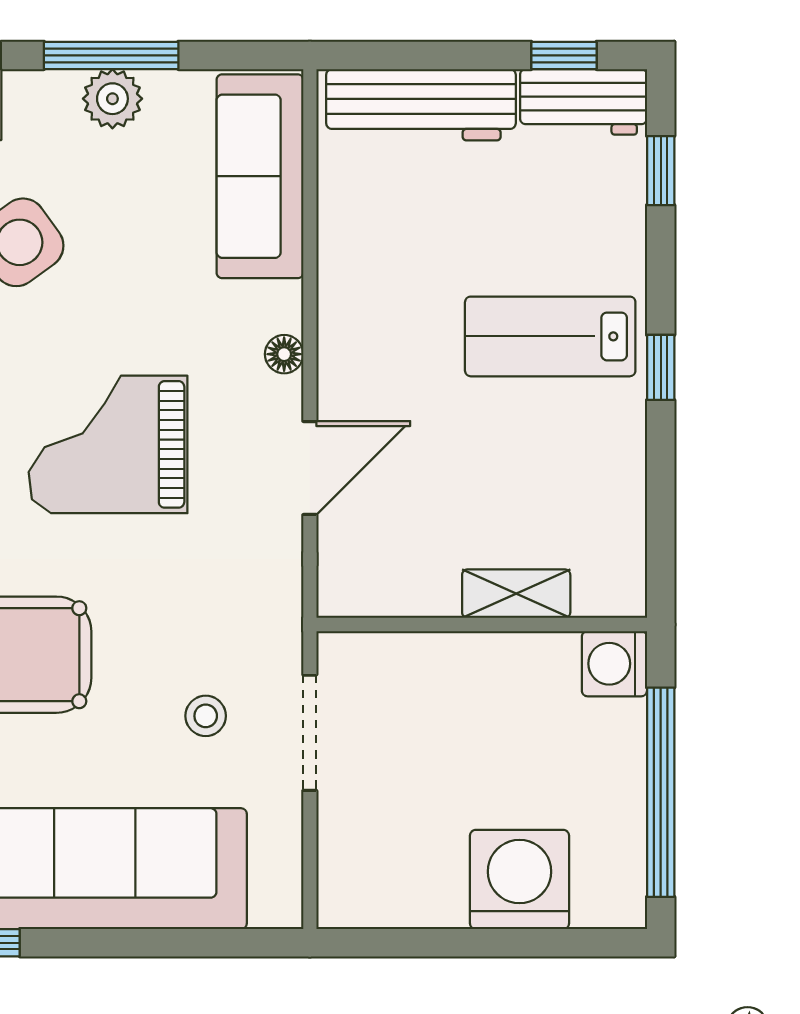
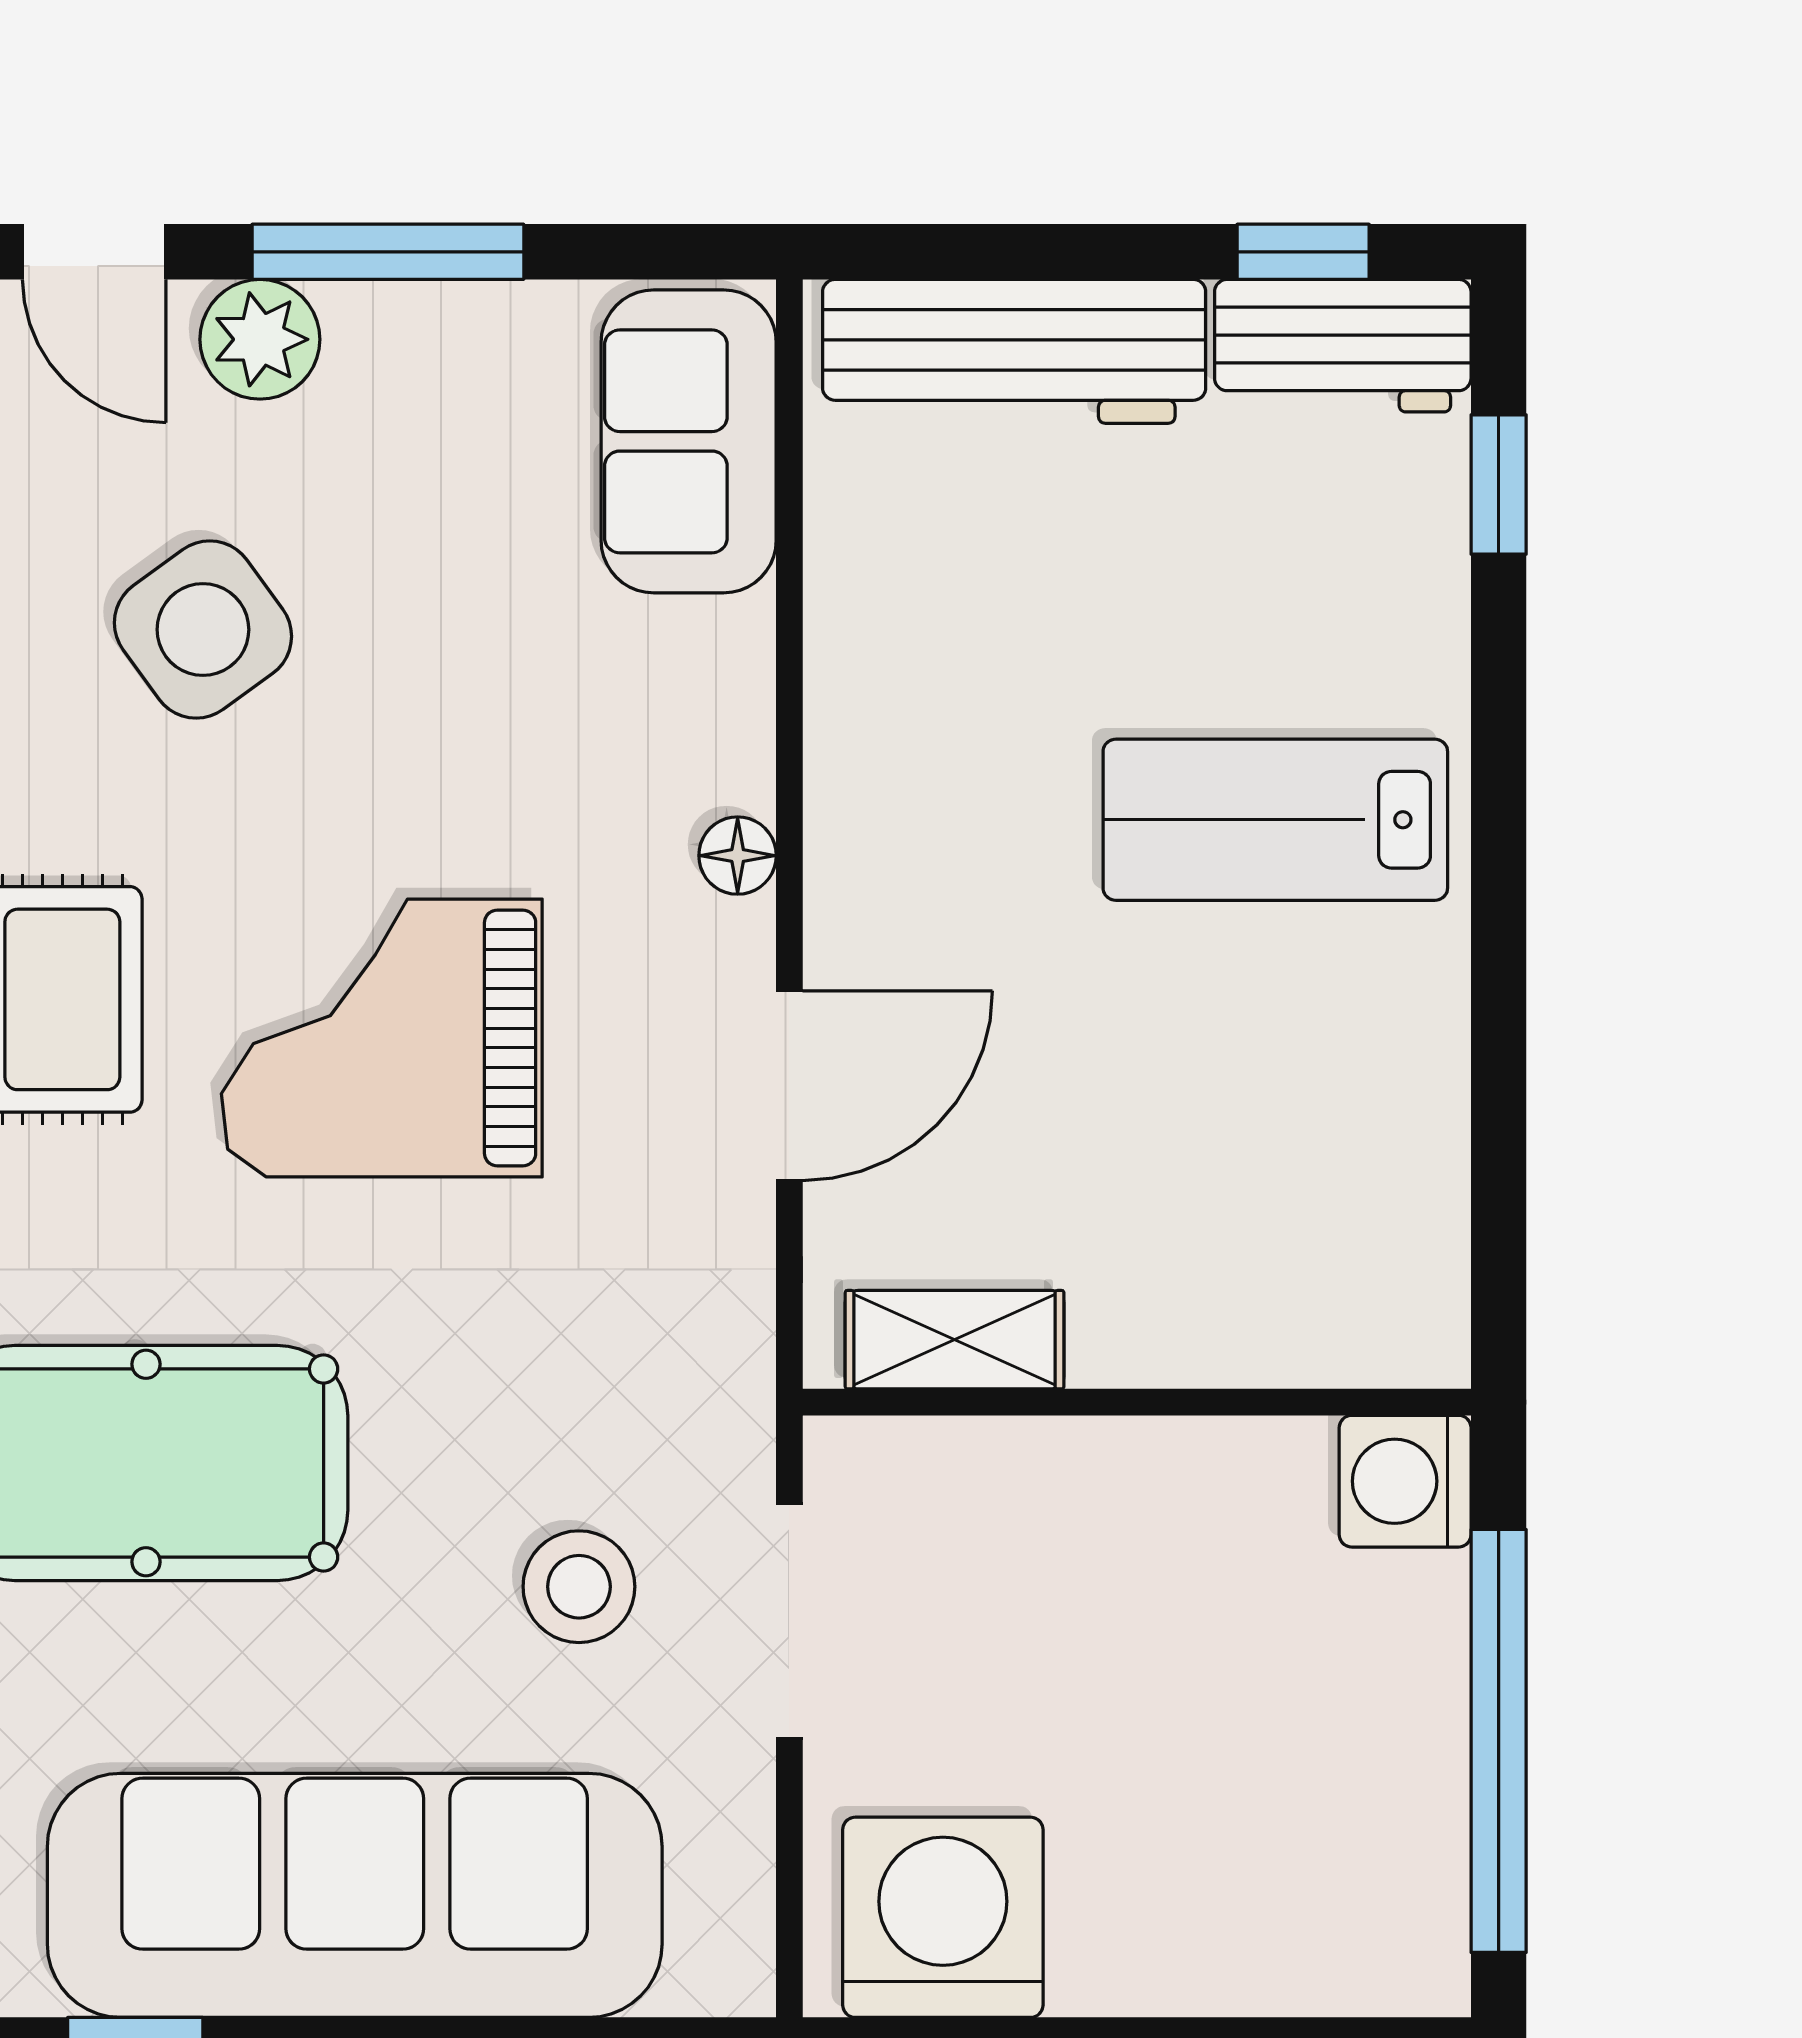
plant: (112, 99) -> (260, 339), moved
sofa: (260, 176) -> (689, 441), width x0.73
window: (661, 367) -> (1499, 883), removed
shelving: (516, 594) -> (955, 1340), moved
stool: (206, 716) -> (579, 1587), width x1.37, depth x1.37
washing machine: (519, 879) -> (943, 1917), moved

